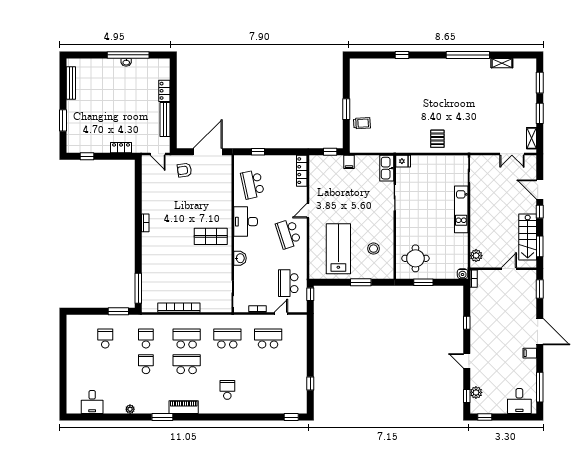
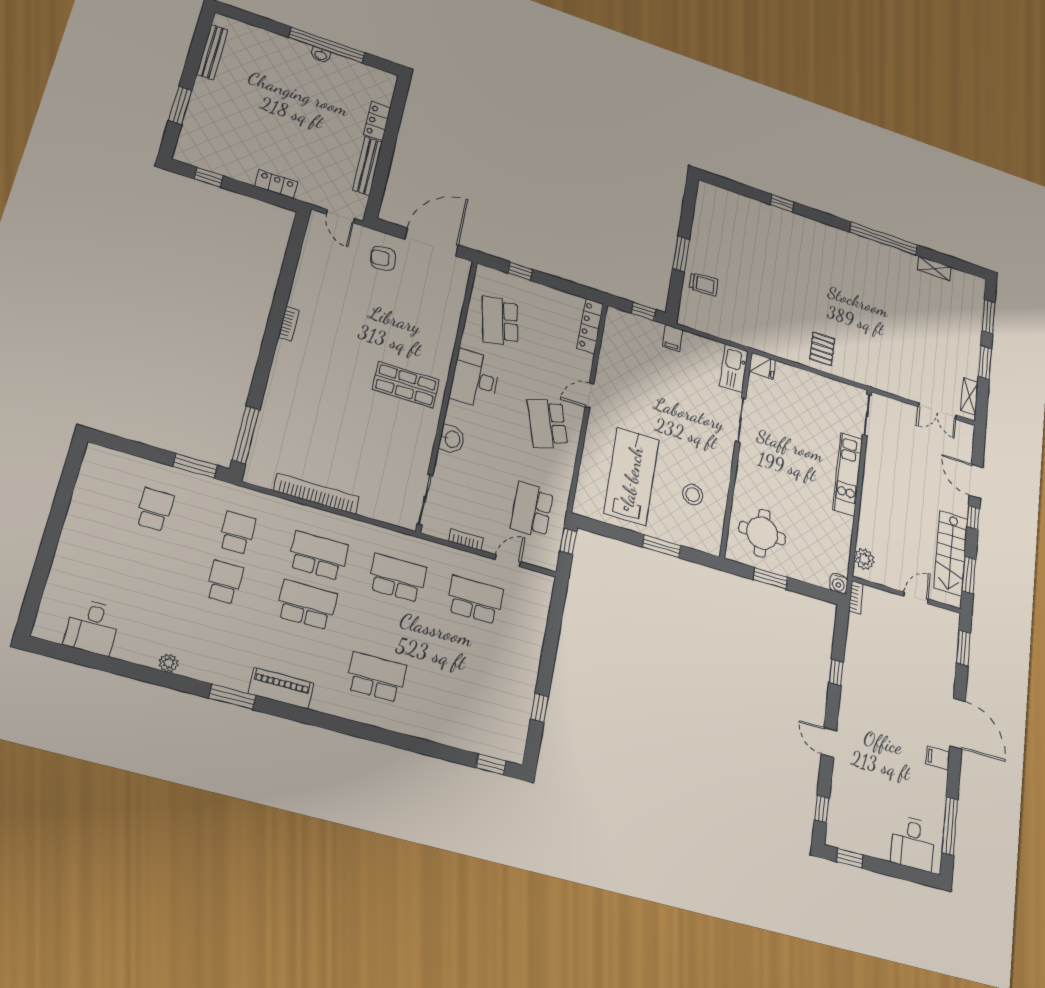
school desk: (227, 390) -> (376, 677), width x1.85
plant: (476, 392) -> (839, 807), removed

